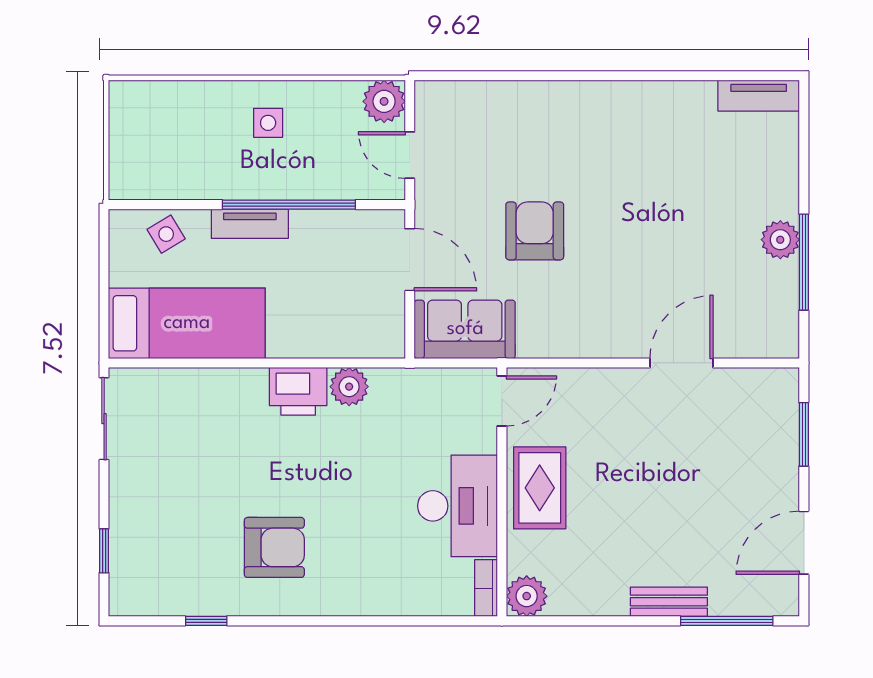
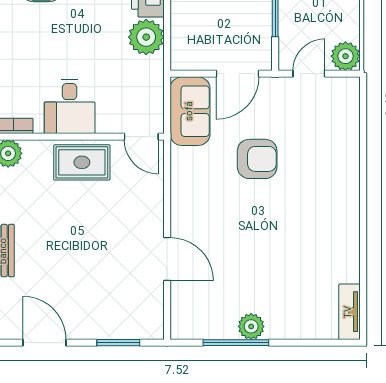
plant: (349, 387) -> (146, 37), width x1.36, depth x1.36
desk: (458, 506) -> (70, 106), width x0.73

